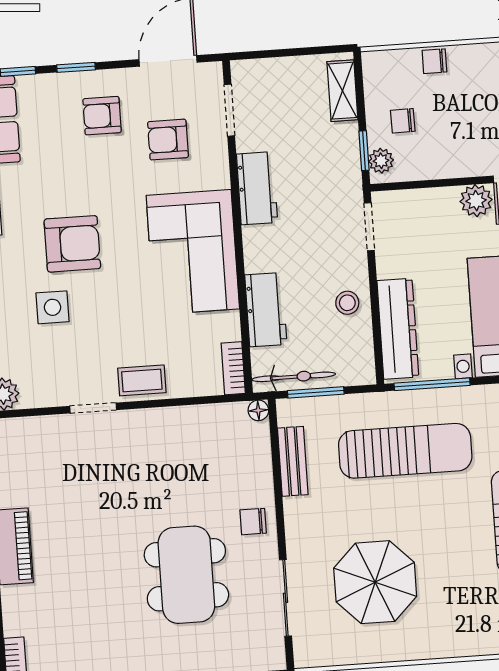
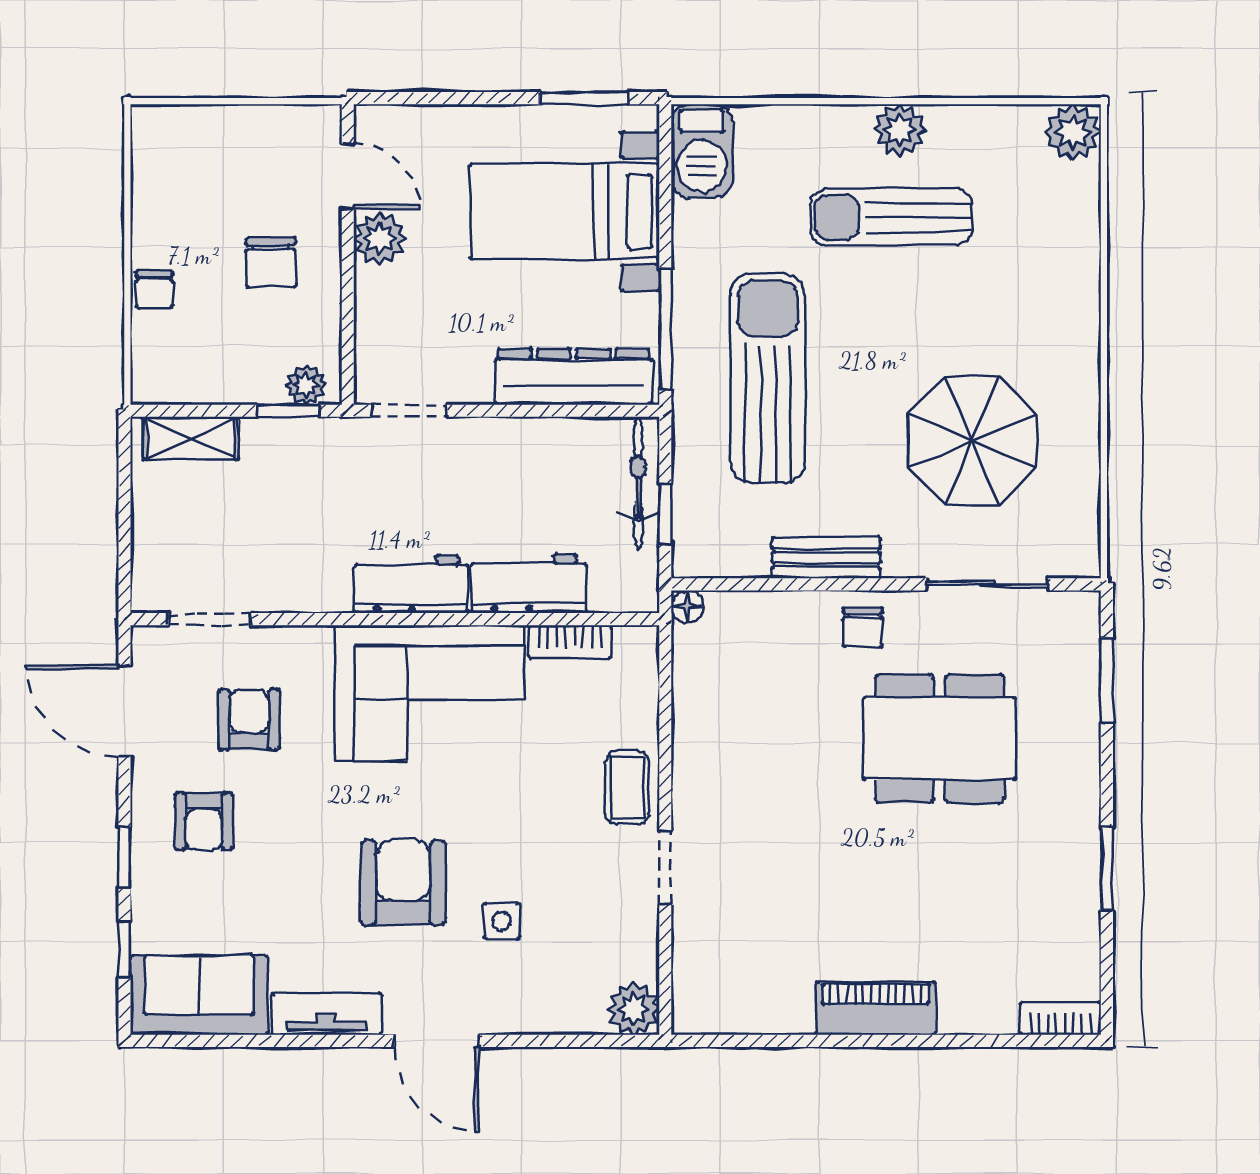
chair: (403, 121) -> (271, 262), moved, width x1.37, depth x1.37
armchair: (168, 140) -> (249, 720), turned 180
workbench: (257, 188) -> (411, 584), moved
stool: (347, 303) -> (527, 454), removed
side table: (52, 307) -> (502, 921), width x0.73, depth x0.73
bookcase: (233, 368) -> (570, 642), moved
bicycle: (294, 377) -> (638, 483), moved
window: (316, 392) -> (665, 514), width x0.67
bench: (293, 461) -> (826, 558), moved

